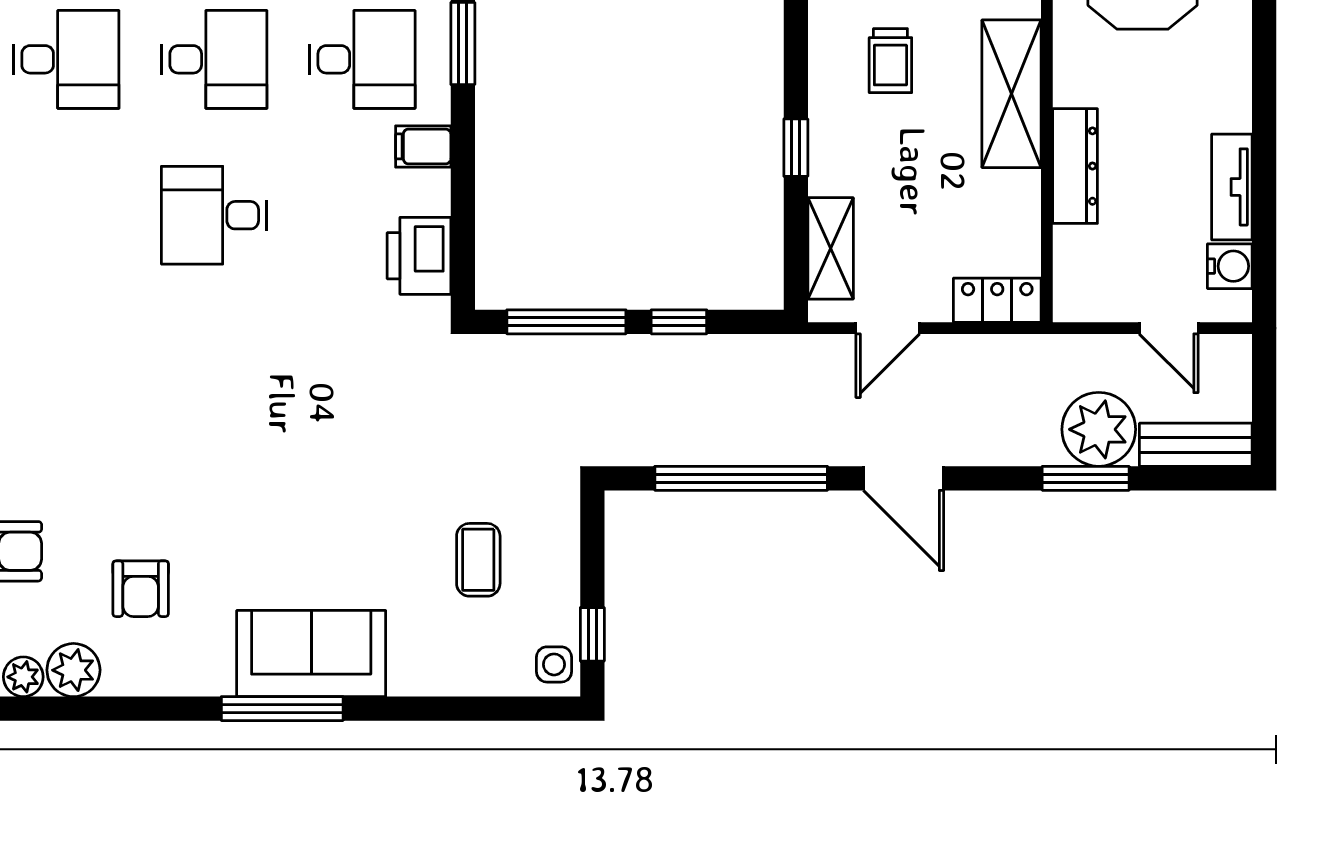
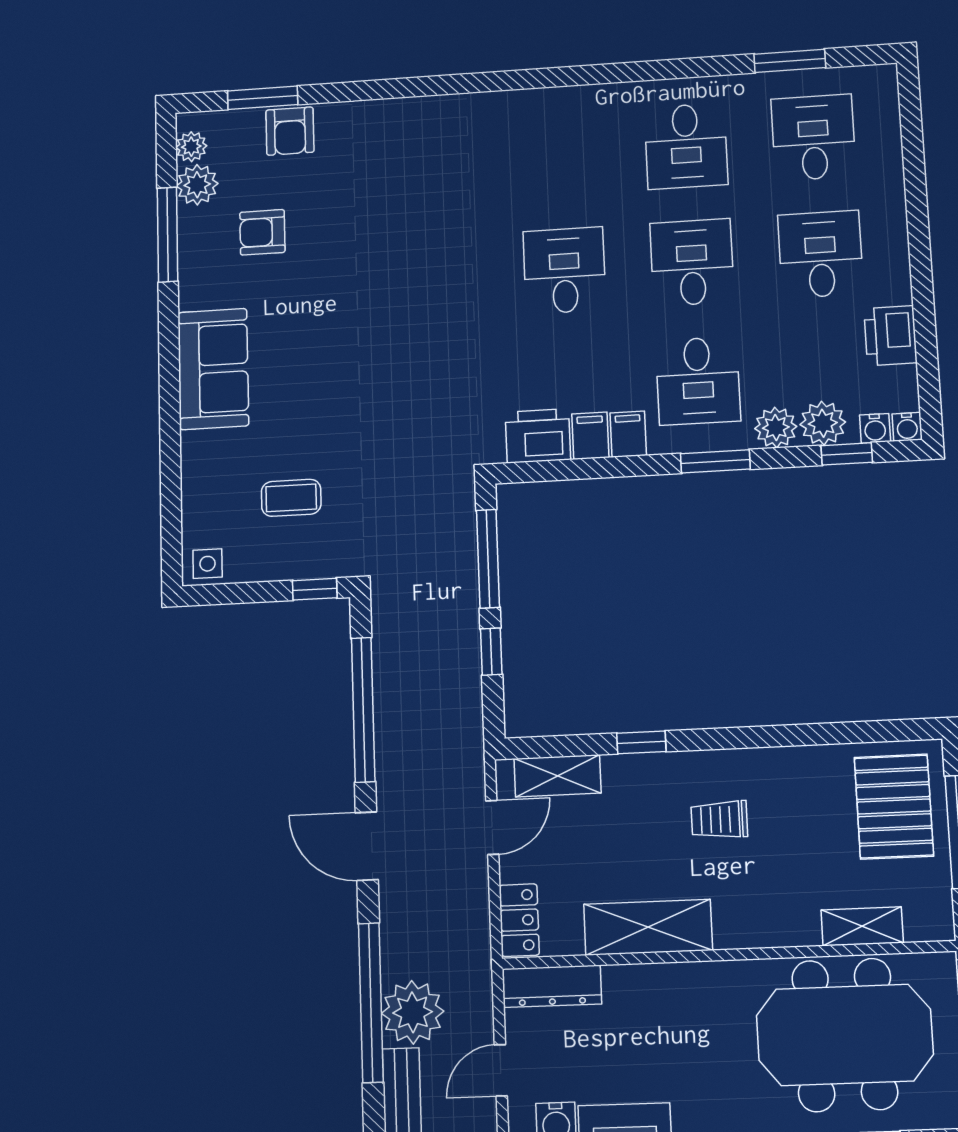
desk: (214, 59) -> (692, 262), turned 180
shelving: (1011, 94) -> (648, 927), moved
dresser: (1075, 166) -> (552, 986), moved
filing cabinet: (422, 192) -> (590, 436), added
door: (888, 328) -> (492, 827), swing flipped
door: (903, 478) -> (367, 846), hinge flipped
window: (1086, 478) -> (371, 1002), width x2.11
window: (592, 634) -> (315, 589), moved
window: (282, 709) -> (167, 235), moved

